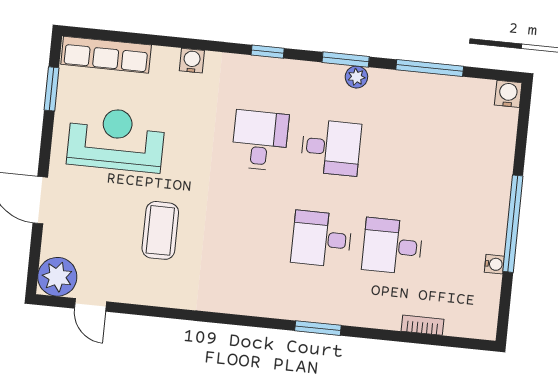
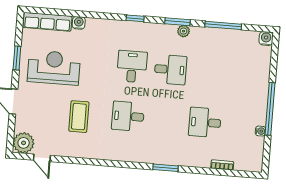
water cooler: (192, 61) -> (79, 23), moved
window: (52, 89) -> (17, 58), moved
desk: (322, 239) -> (128, 116), moved

